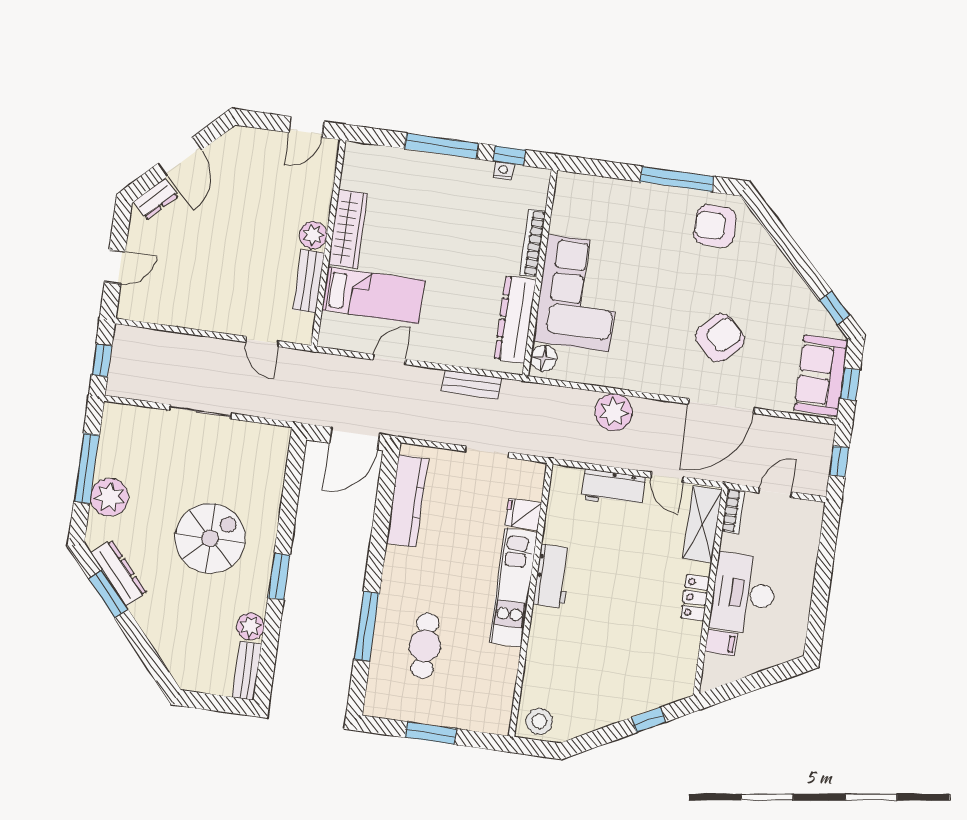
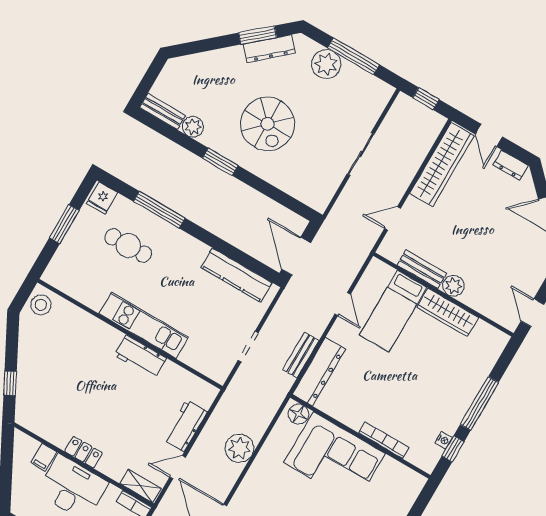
dresser: (156, 199) -> (511, 165), moved, turned -45
wardrobe: (173, 309) -> (442, 165), added
dresser: (515, 319) -> (319, 372), moved, turned 90
fridge: (523, 514) -> (102, 198), moved, turned 180
shelving: (702, 524) -> (140, 486), width x0.67, depth x0.75

